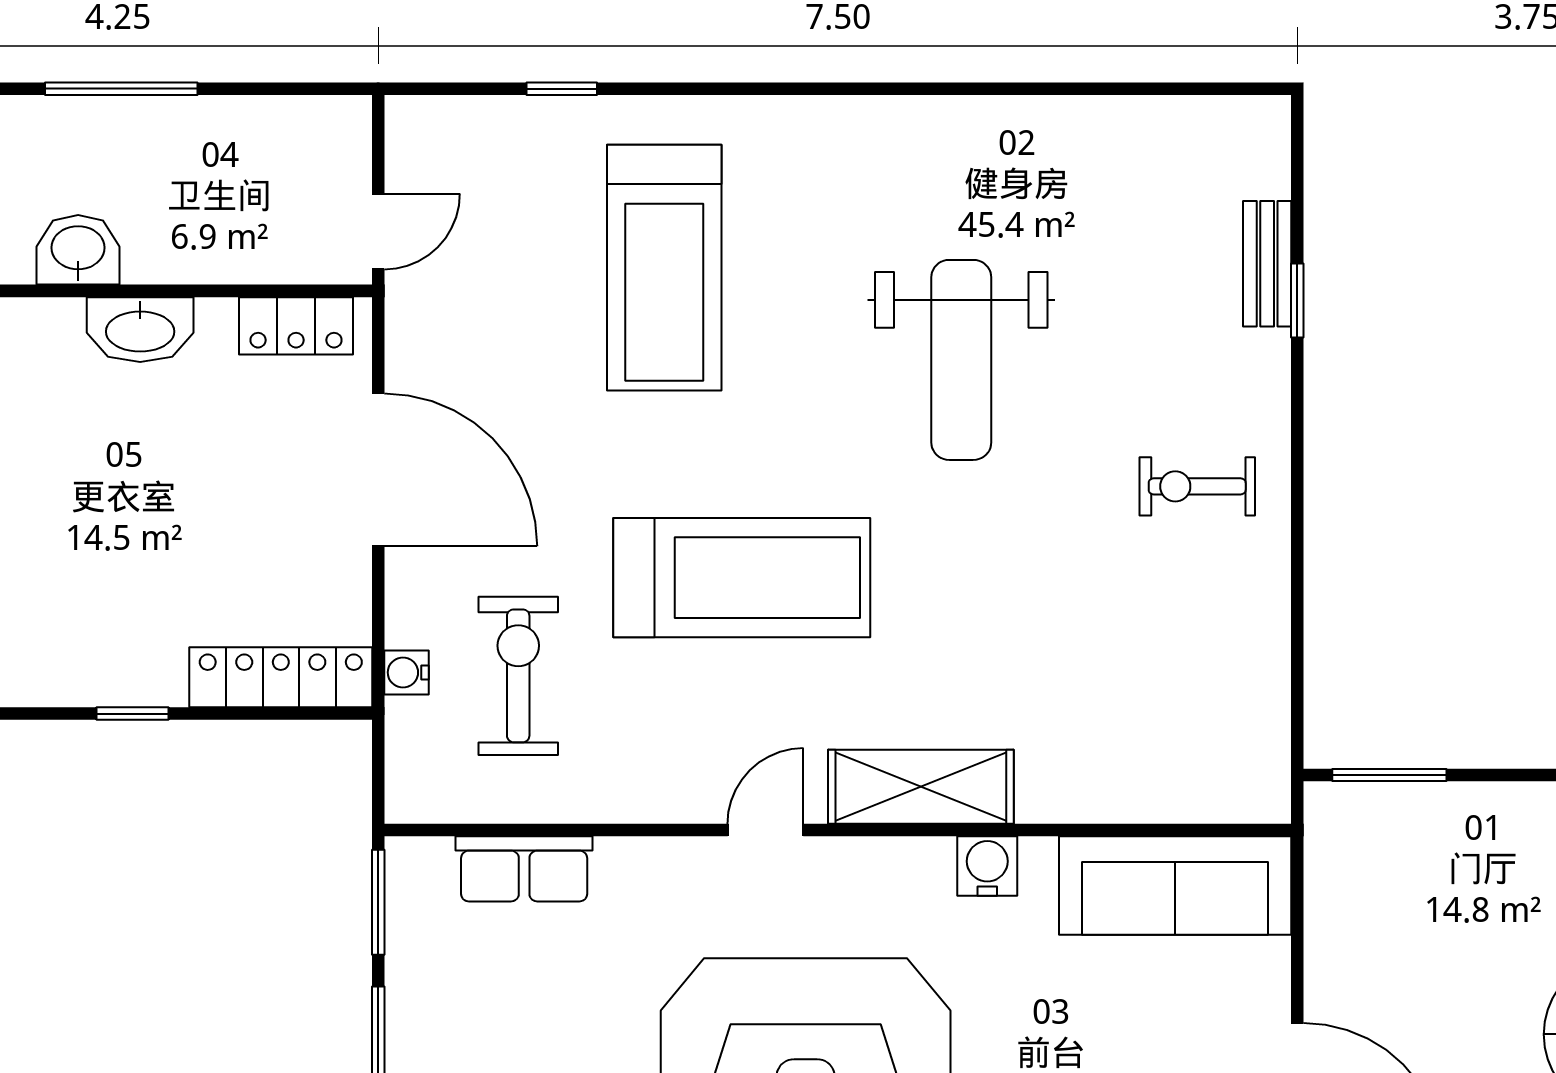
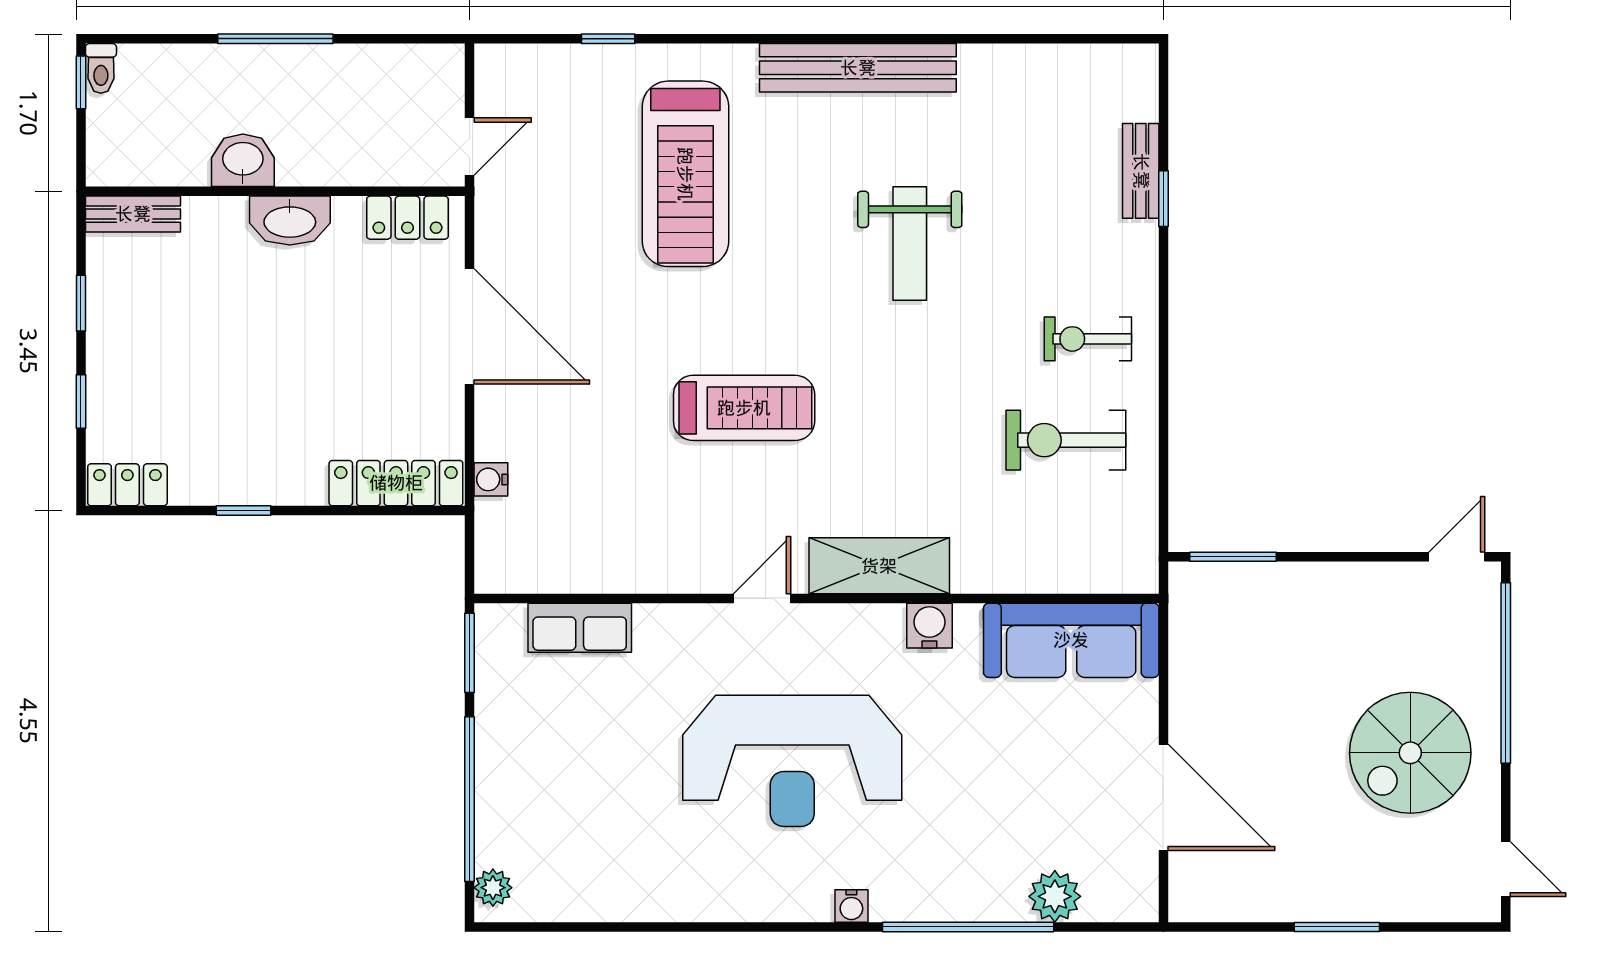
bench: (893, 127) -> (858, 68), added
weight bench: (961, 360) -> (910, 243), width x0.73, depth x0.75
treadmill: (742, 578) -> (744, 408), width x0.73, depth x0.73
exercise bike: (518, 676) -> (1066, 440), moved, turned -90
window: (133, 714) -> (243, 511), moved

